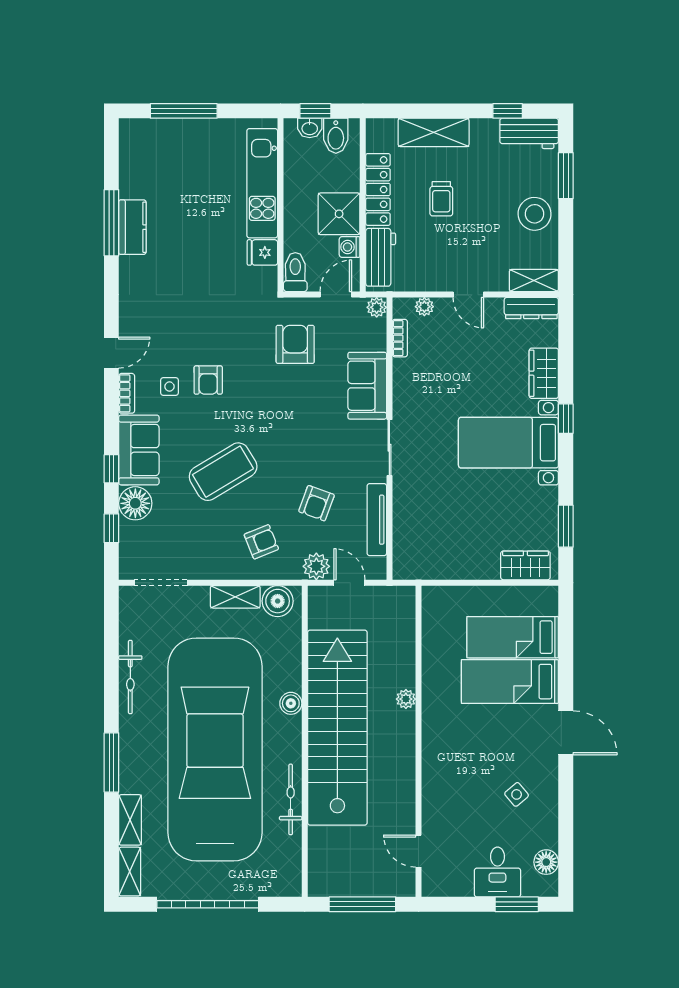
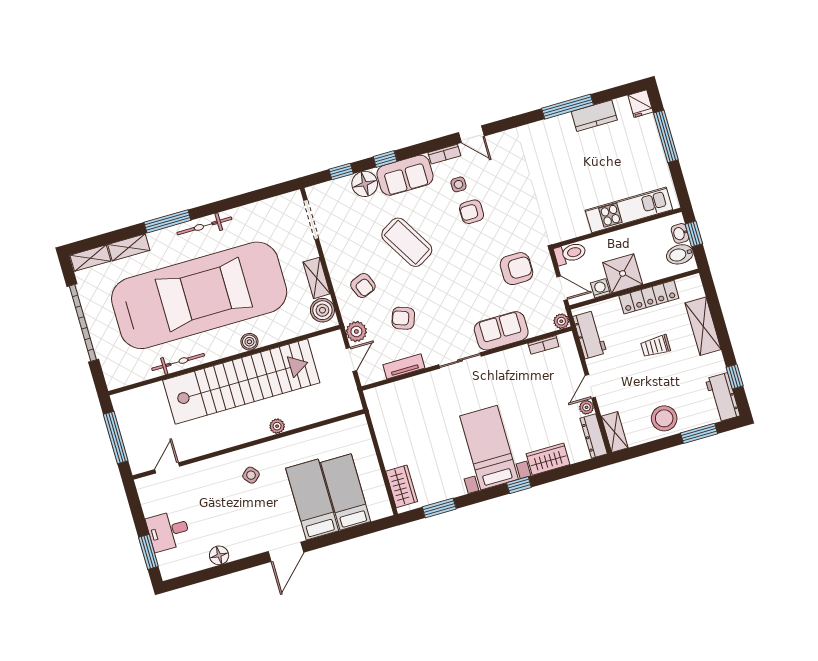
kitchen counter: (132, 227) -> (594, 116), moved
fridge: (262, 252) -> (640, 104), moved, turned 180
workbench: (381, 257) -> (590, 335), moved, turned -90
plant: (424, 307) -> (587, 407), moved
tv unit: (377, 520) -> (404, 366), width x0.71
bicycle: (130, 677) -> (204, 226), moved
side table: (517, 794) -> (251, 475), moved
floor lamp: (546, 862) -> (219, 555), moved

